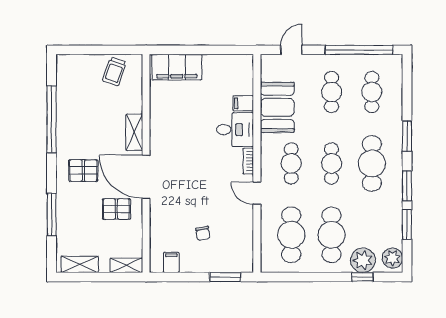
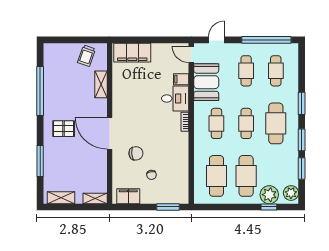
shelving: (134, 132) -> (101, 84), moved
door: (257, 193) -> (191, 54), moved
chair: (182, 204) -> (136, 153), added
pallet: (116, 209) -> (88, 157), removed
filing cabinet: (171, 262) -> (128, 196), width x2.00

